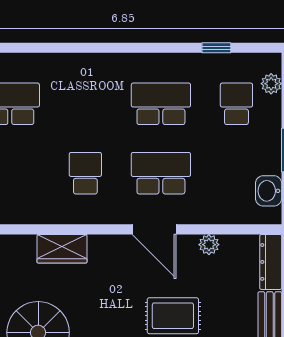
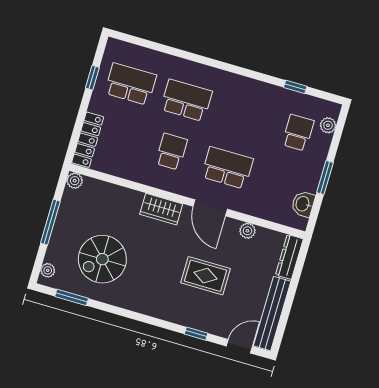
school desk: (161, 104) -> (186, 100), moved
wardrobe: (62, 249) -> (161, 209), moved

